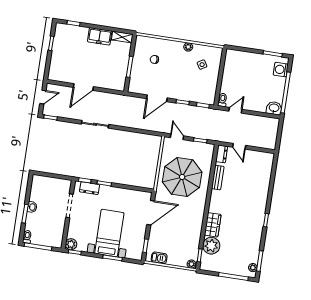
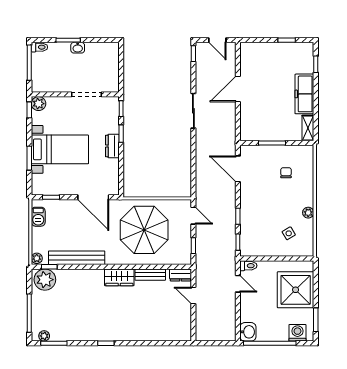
freezer: (100, 36) -> (304, 94), width x1.40
shower: (247, 66) -> (296, 290), added
door: (83, 87) -> (238, 89), hinge flipped
door: (157, 98) -> (238, 169), moved
door: (177, 137) -> (193, 216), hinge flipped
door: (239, 146) -> (193, 295), hinge flipped
dresser: (90, 188) -> (112, 146), moved
wardrobe: (213, 225) -> (119, 277), moved
bench: (196, 233) -> (77, 258), added
plant: (211, 246) -> (45, 280), moved

